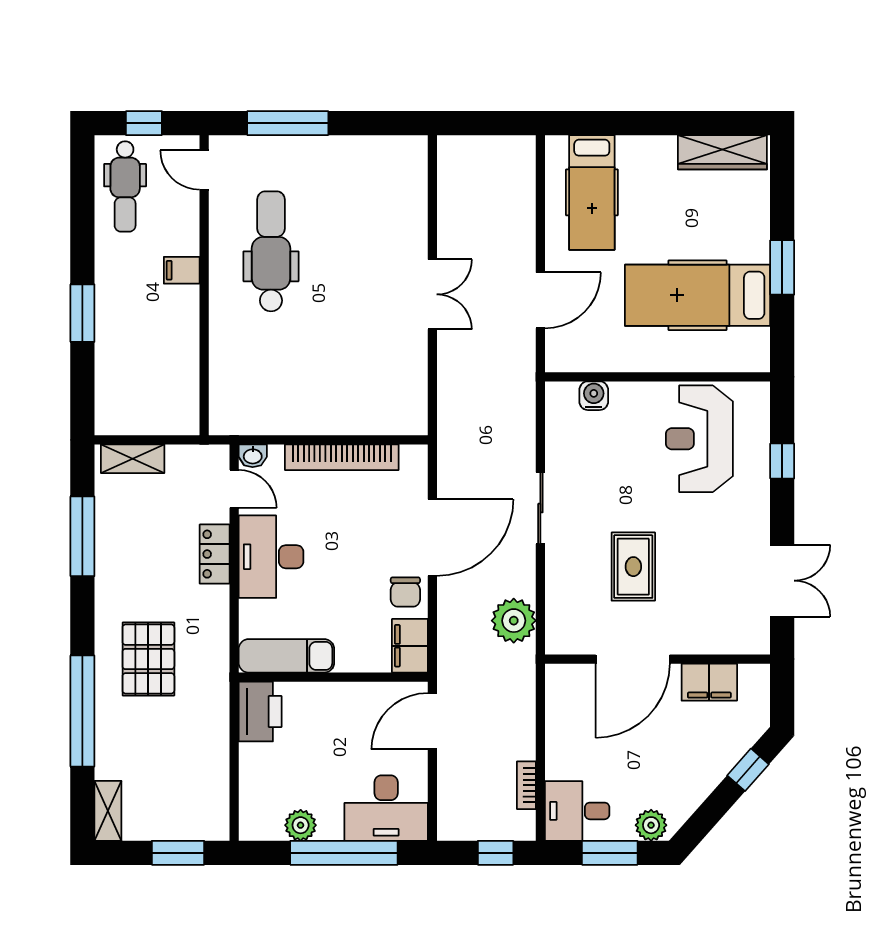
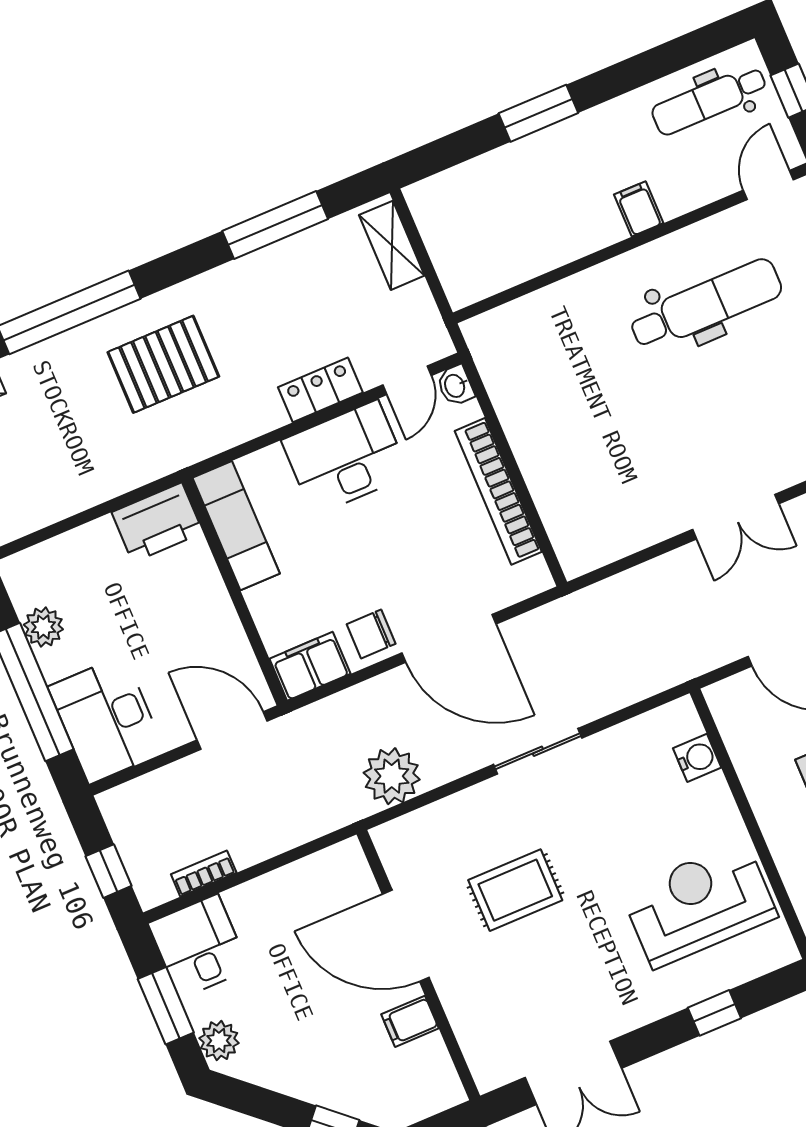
filing cabinet: (709, 682) -> (410, 1021), width x0.50

